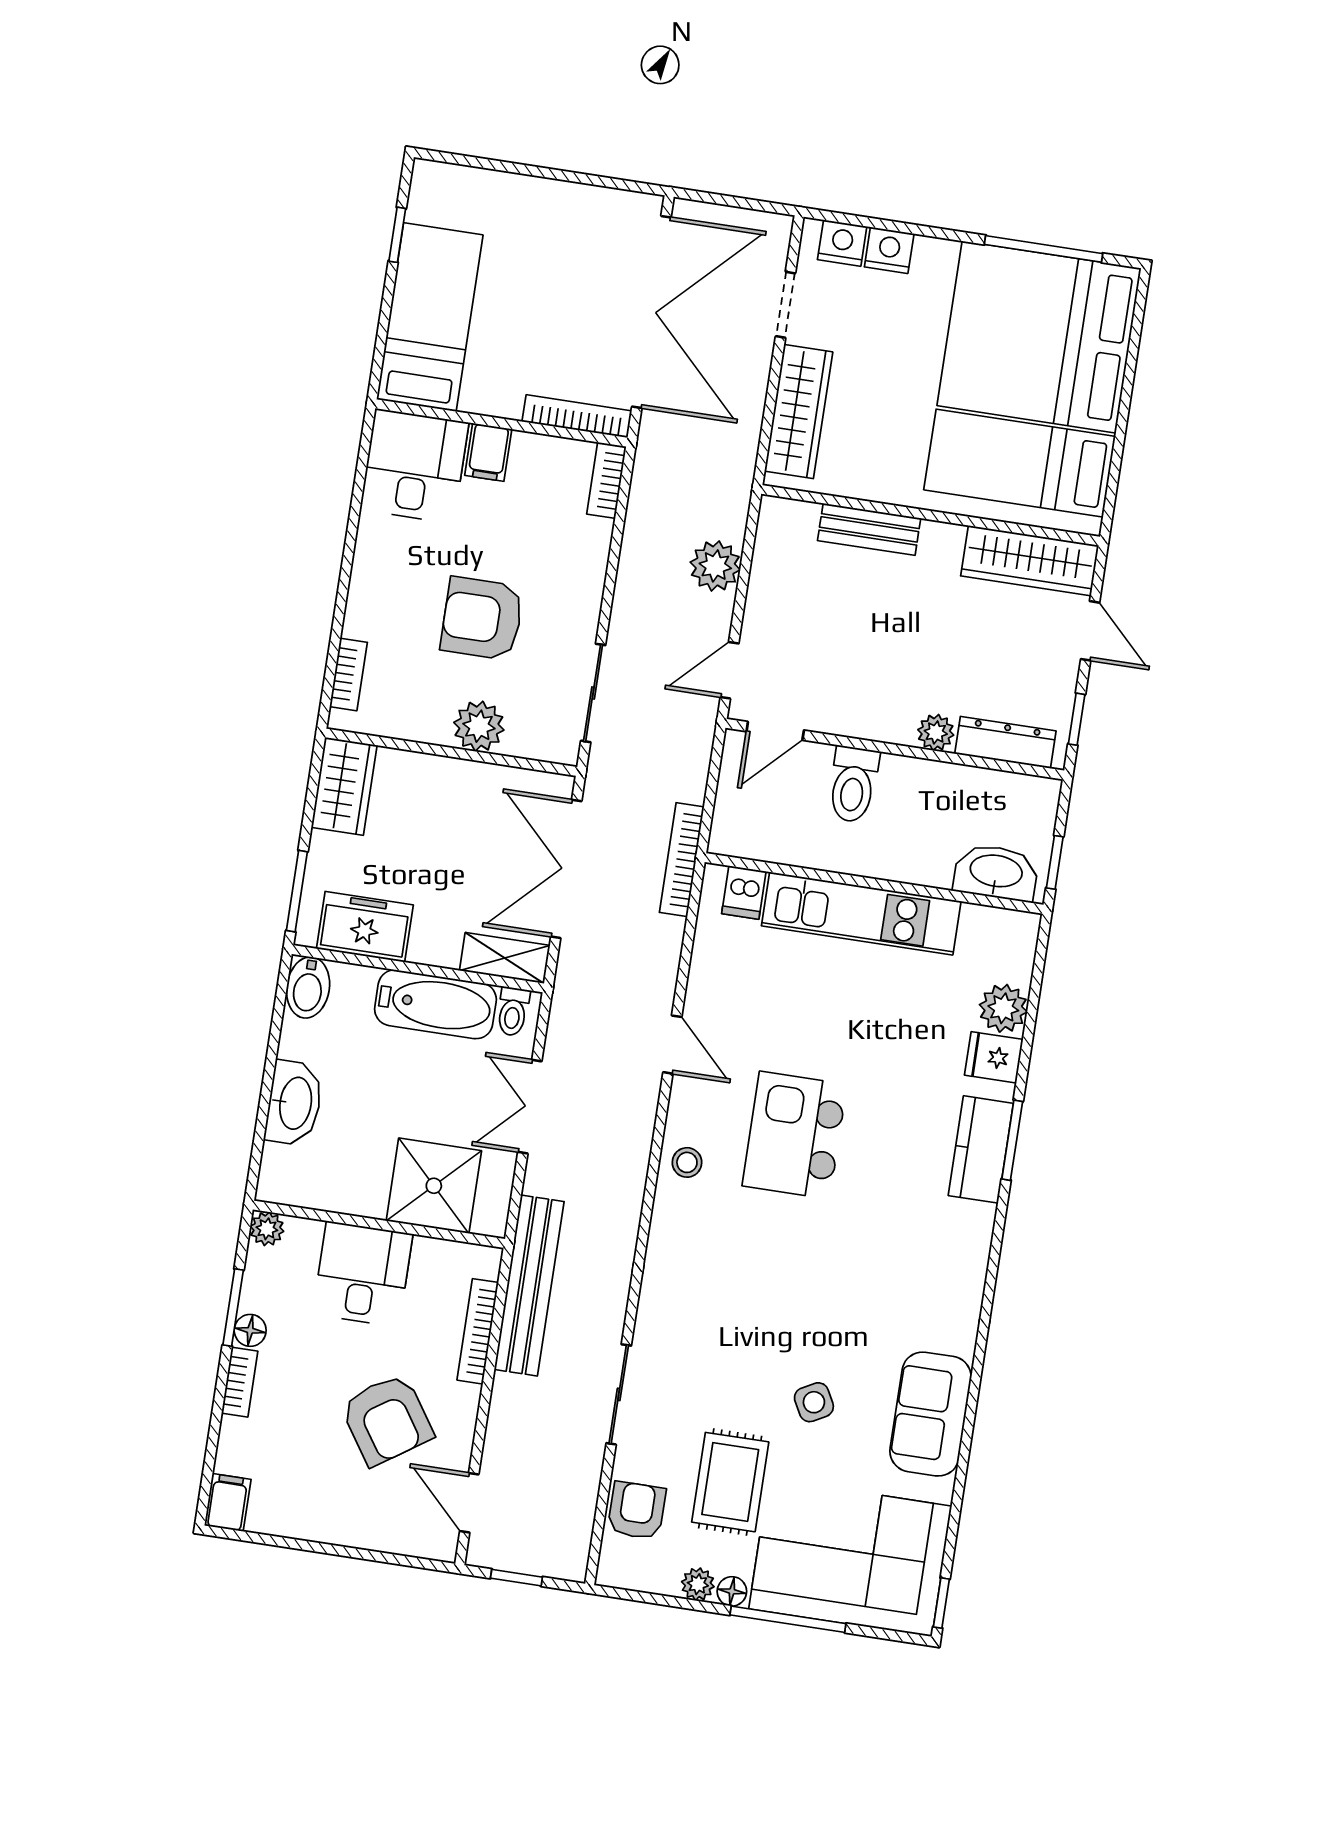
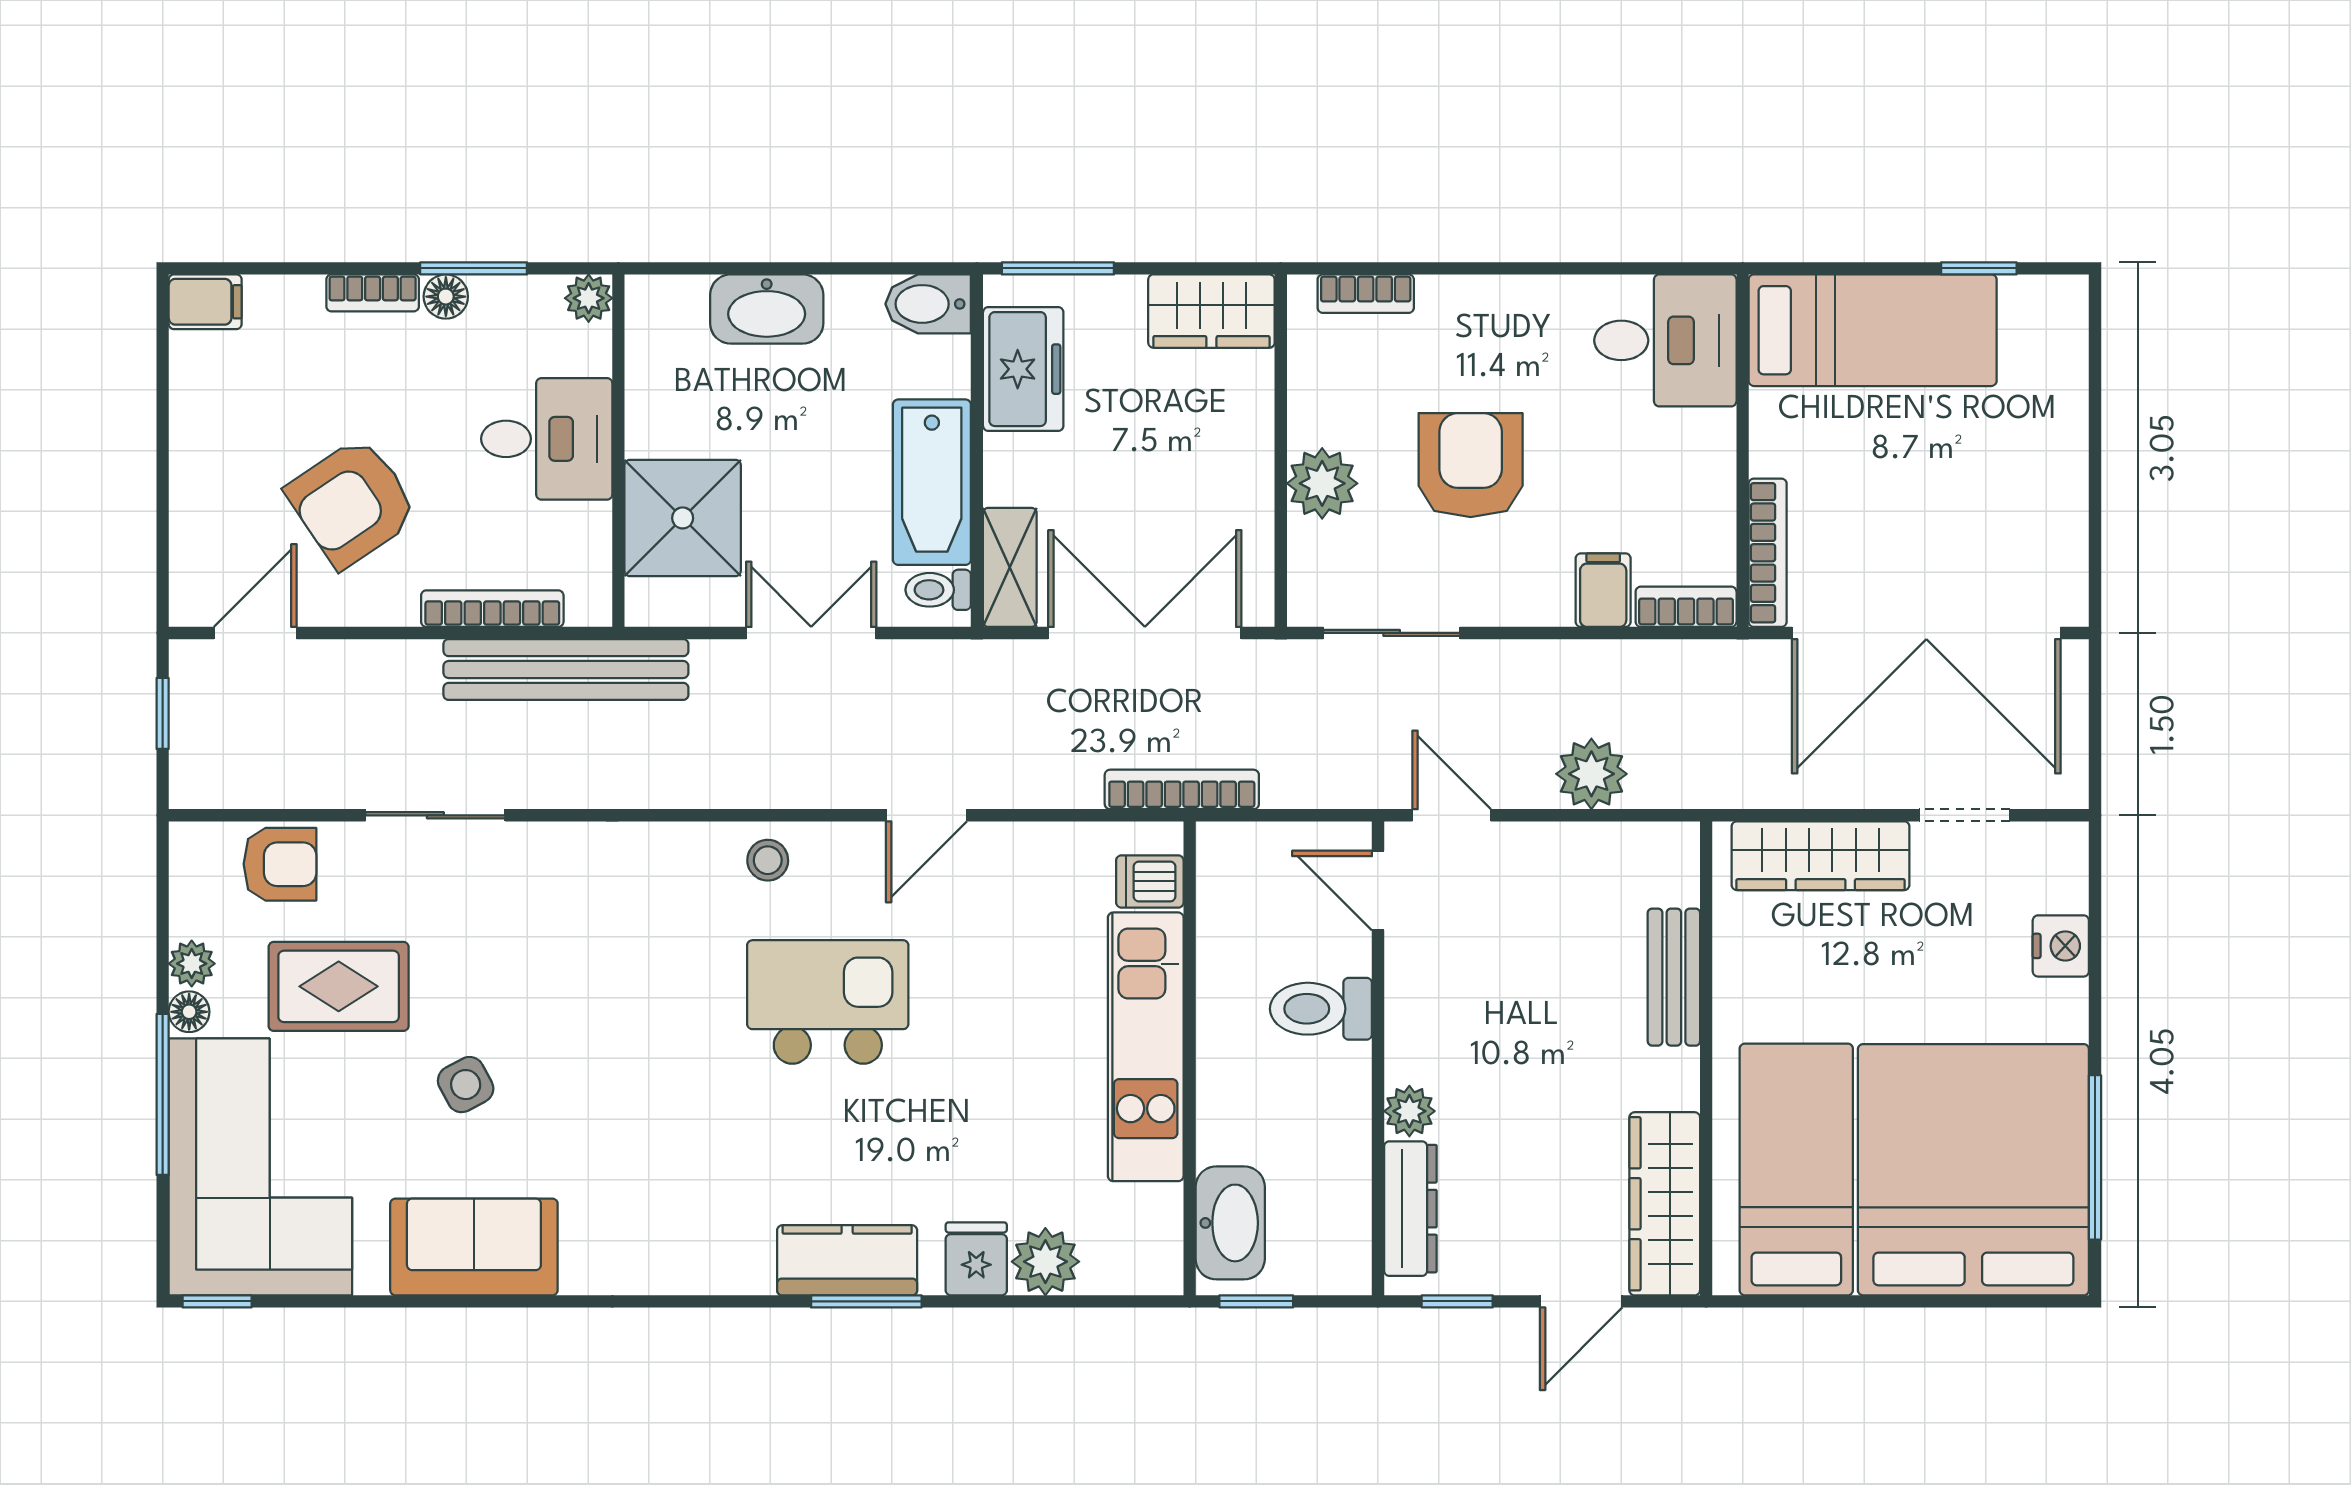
nightstand: (842, 243) -> (2061, 880), removed
filing cabinet: (488, 452) -> (1603, 590), moved, turned 90

